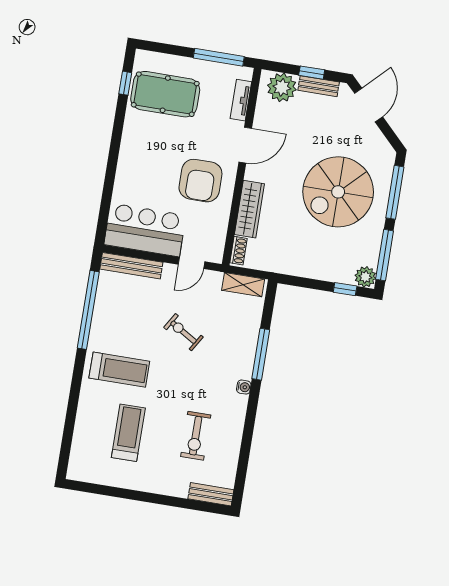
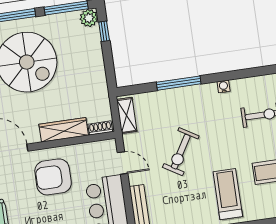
armchair: (200, 181) -> (53, 177), turned 180
exercise bike: (183, 332) -> (181, 152), width x1.38, depth x1.39
water cooler: (244, 387) -> (224, 86), moved

